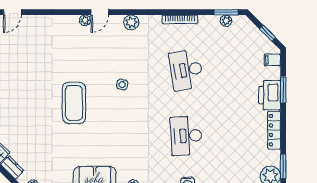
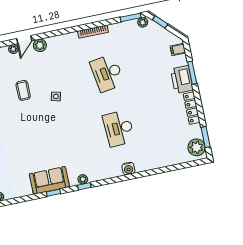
plant: (226, 21) -> (143, 22), moved
plant: (131, 22) -> (40, 45), moved
window: (268, 33) -> (160, 22), moved
coffee table: (74, 103) -> (23, 90), moved, width x0.54, depth x0.58

